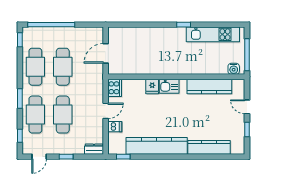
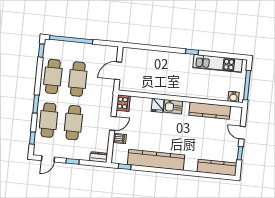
kitchen counter: (209, 147) -> (217, 167), moved

